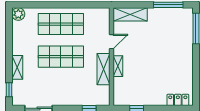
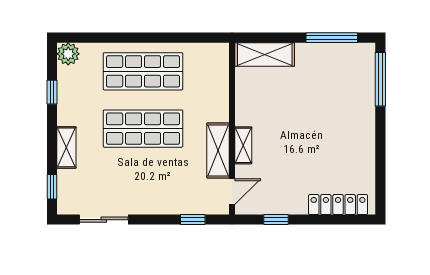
window: (9, 36) -> (52, 92), added
door: (112, 42) -> (232, 192), moved
locker: (178, 100) -> (338, 205), width x1.53

